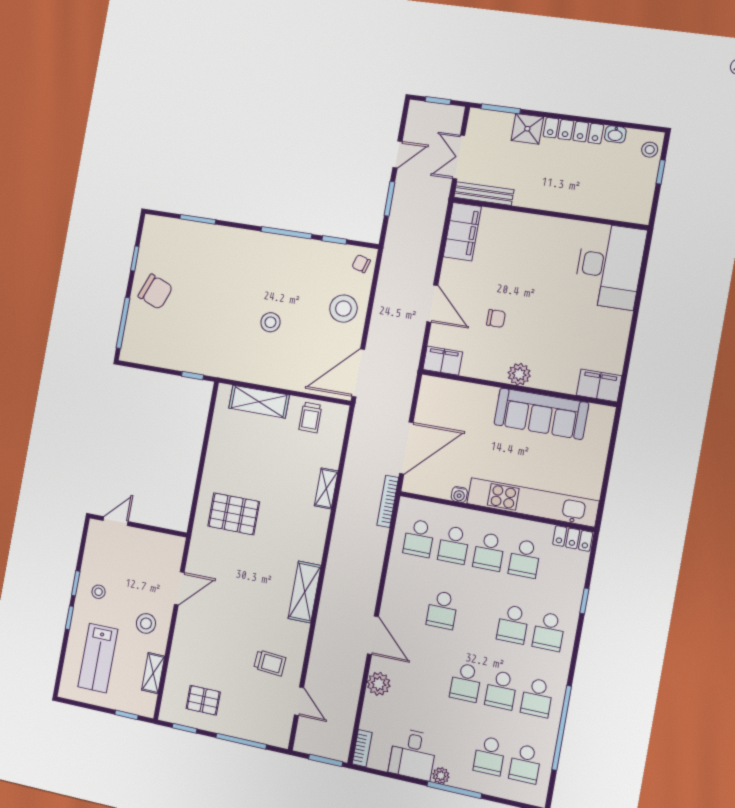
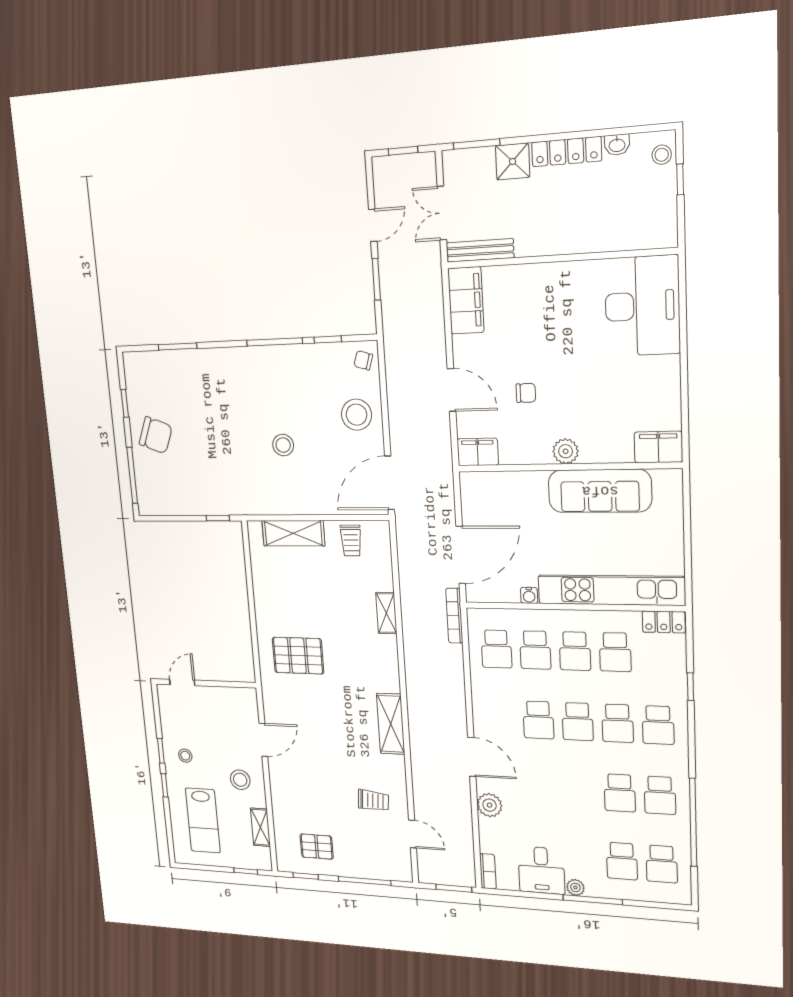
school desk: (466, 682) -> (578, 722), moved

